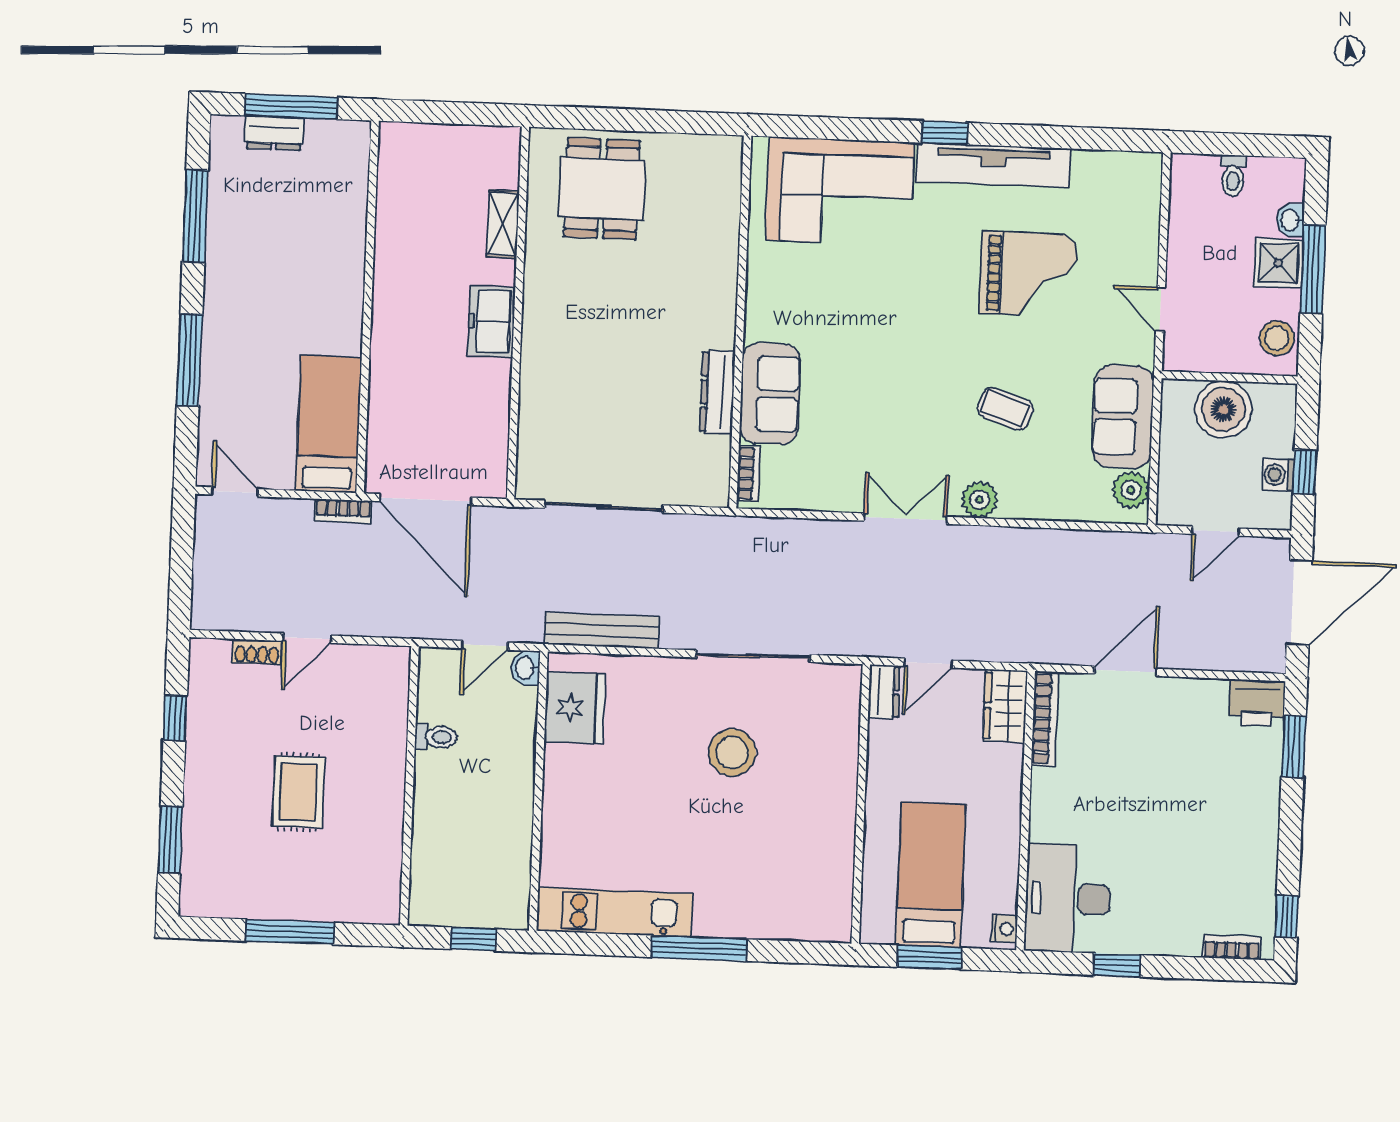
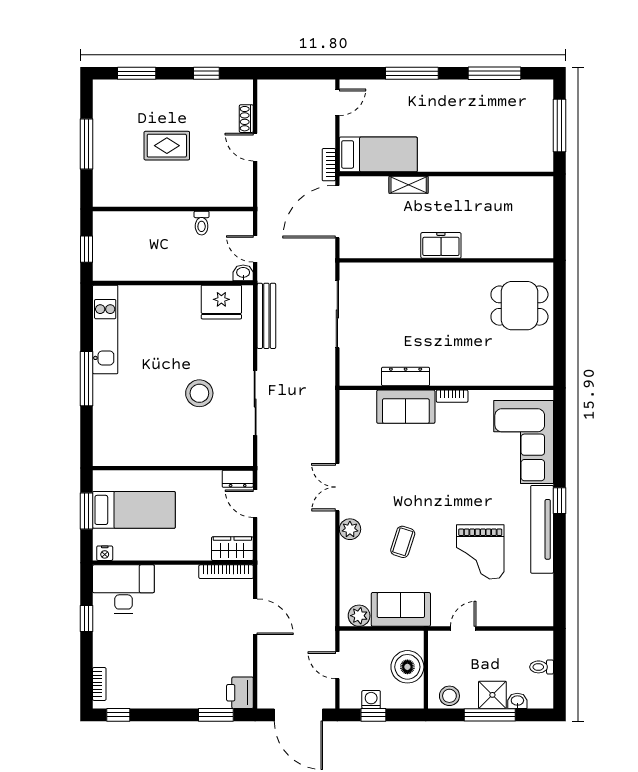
dresser: (274, 133) -> (544, 116), removed
shelving: (503, 224) -> (409, 185), moved
bookcase: (749, 474) -> (452, 396), moved
double door: (905, 519) -> (337, 487), swing flipped

